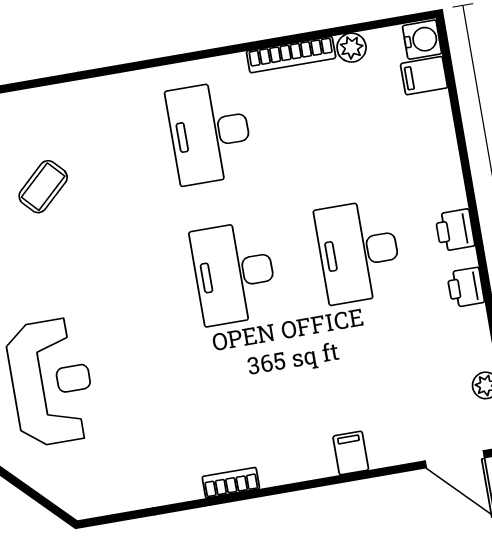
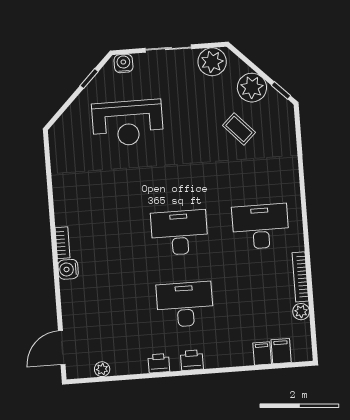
water cooler: (422, 40) -> (68, 269), moved, turned 90
filing cabinet: (351, 453) -> (262, 353), moved, turned -90
bookcase: (231, 483) -> (63, 243), moved

